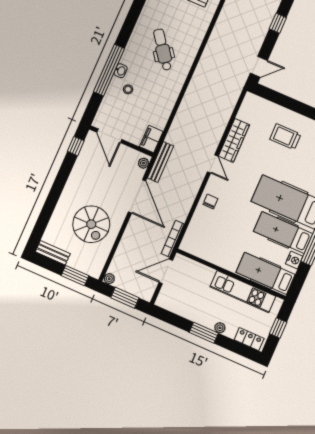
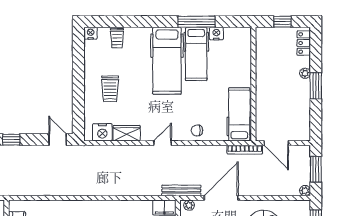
nightstand: (248, 112) -> (102, 132), added
wardrobe: (234, 140) -> (127, 133), width x0.67
hospital bed: (265, 273) -> (239, 114), moved, turned 180
kitchen unit: (243, 292) -> (264, 67), removed

